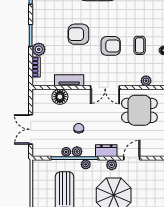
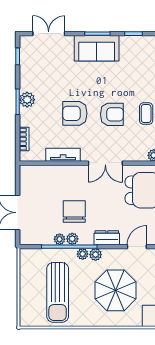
armchair: (78, 34) -> (75, 113), moved
plant: (39, 49) -> (27, 100), moved
floor lamp: (60, 97) -> (52, 174), removed
chair: (79, 128) -> (74, 211), width x1.87, depth x1.87
plant: (112, 165) -> (96, 255), moved

